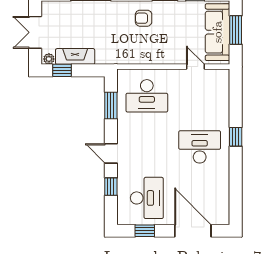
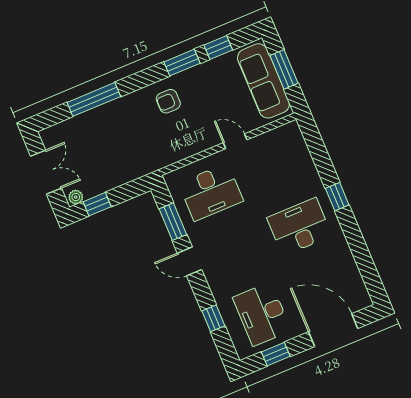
double door: (35, 32) -> (46, 172), swing flipped
fireplace: (75, 56) -> (106, 181), removed
door: (195, 67) -> (235, 141), moved
door: (111, 153) -> (189, 261), moved
desk: (147, 198) -> (262, 314), turned 180

